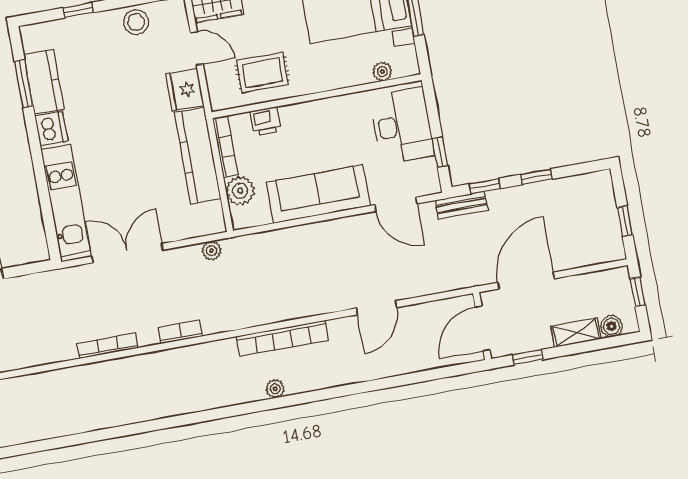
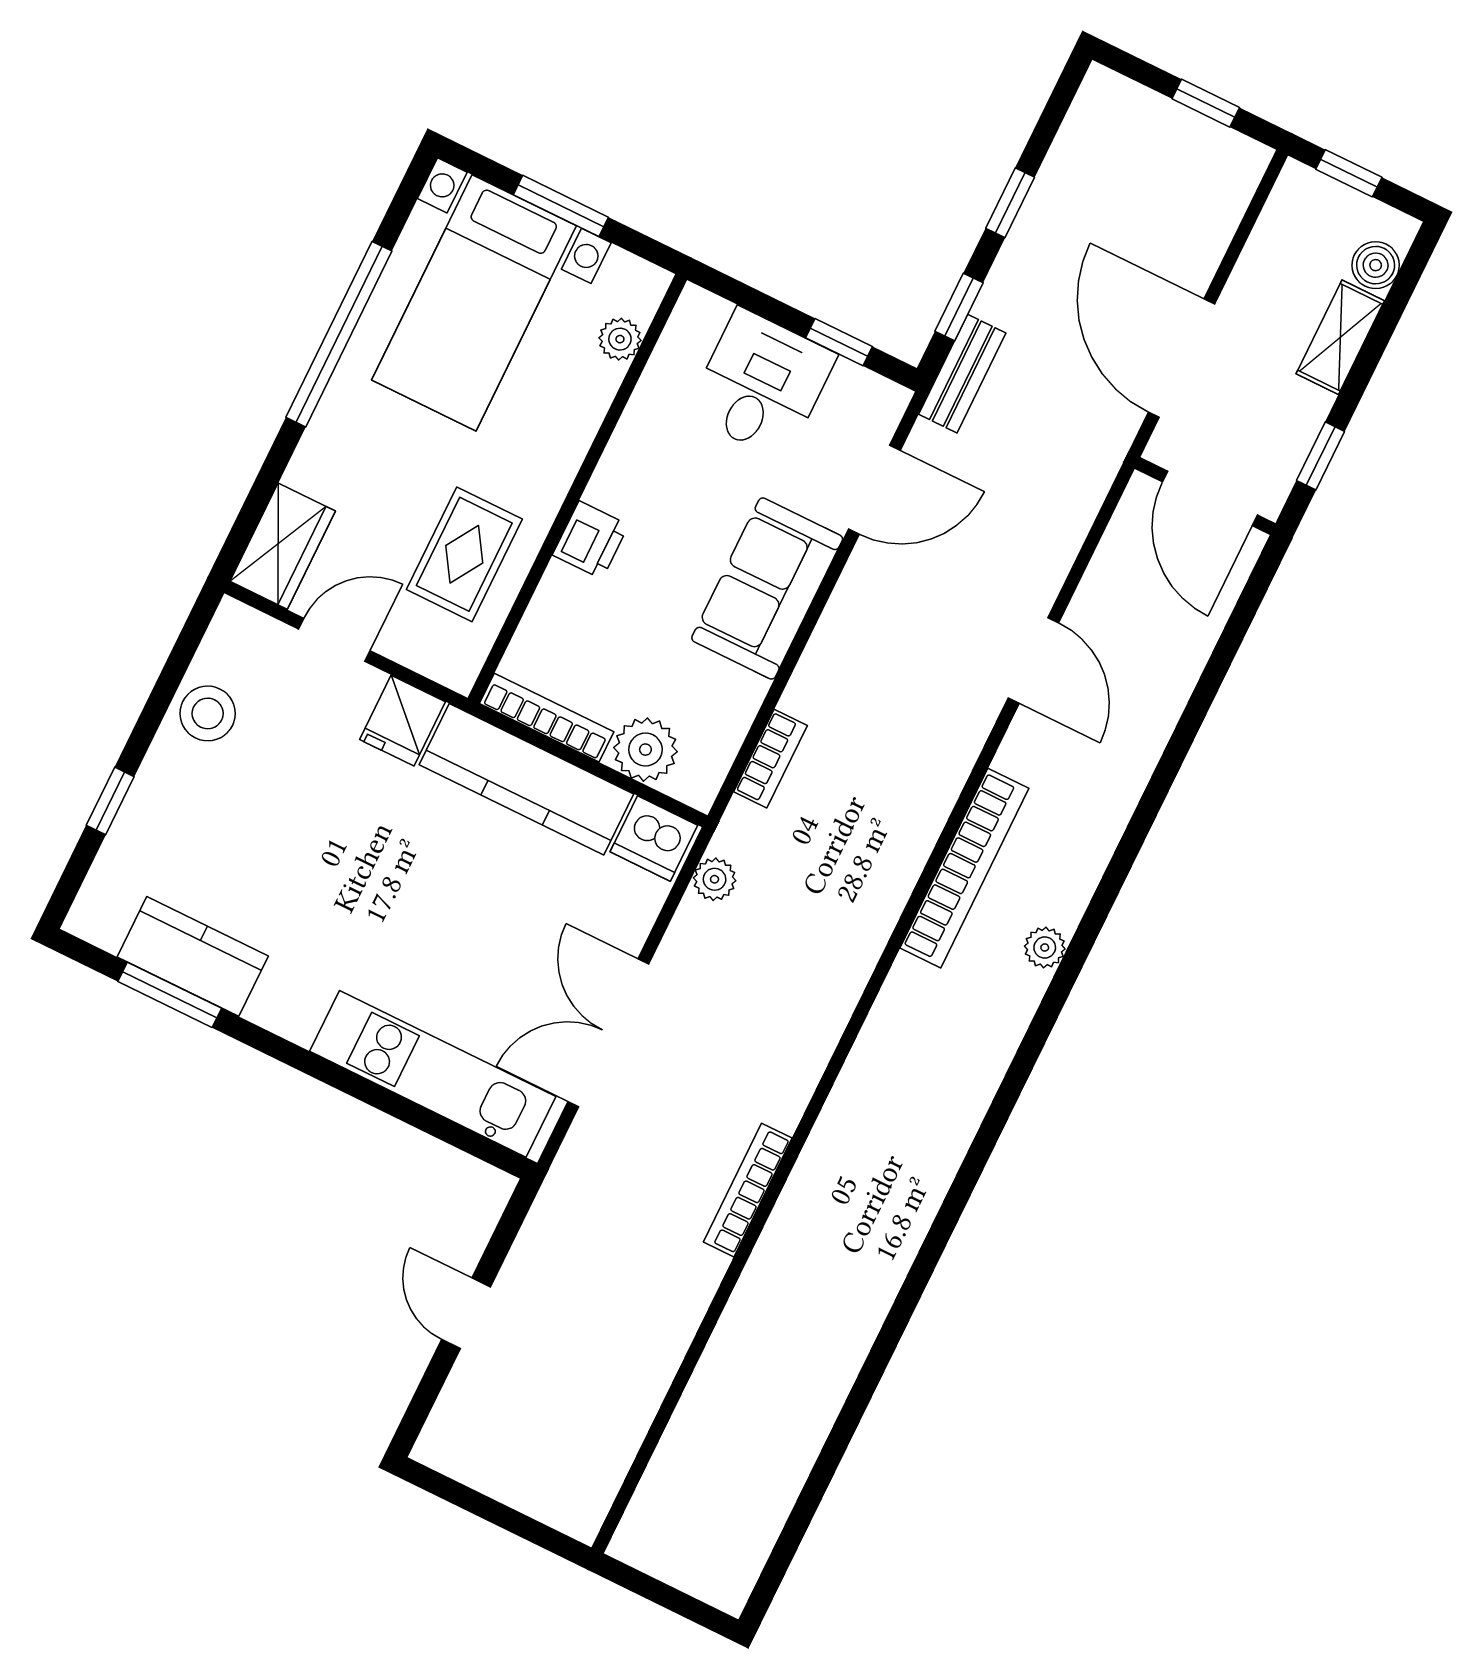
fridge: (185, 90) -> (403, 721), width x0.72
printer: (266, 121) -> (591, 540), moved
desk: (402, 126) -> (761, 384), width x0.73
dishwasher: (51, 129) -> (654, 839), moved, turned 180
sofa: (318, 194) -> (767, 588), width x0.73
bookcase: (180, 332) -> (770, 759), moved, turned 180

